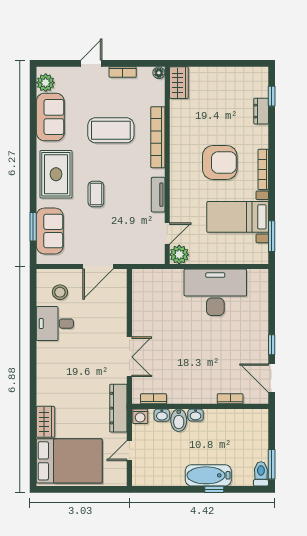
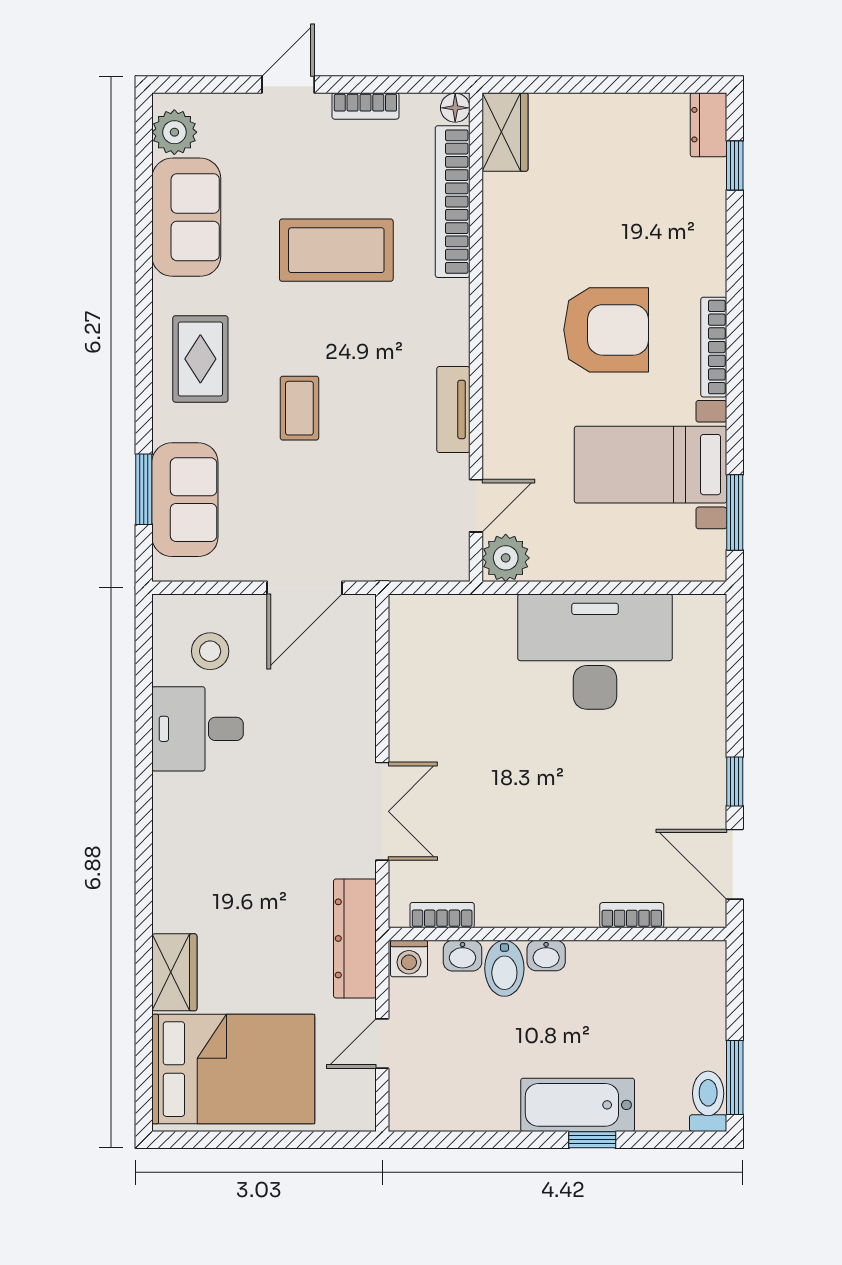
dresser: (261, 111) -> (708, 125), moved
bookcase: (158, 137) -> (453, 202), moved
rug: (56, 174) -> (200, 359), width x0.73, depth x0.70

